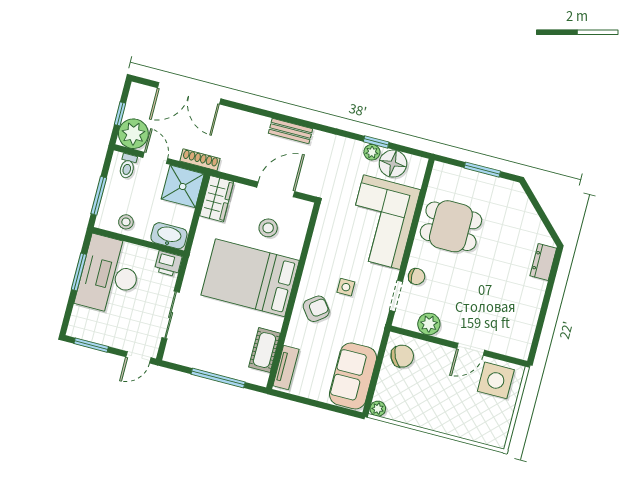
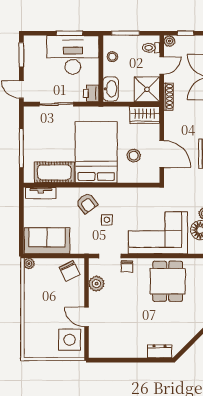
plant: (133, 134) -> (169, 41), width x0.53, depth x0.53
cot: (264, 350) -> (54, 172), width x1.37, depth x1.34

